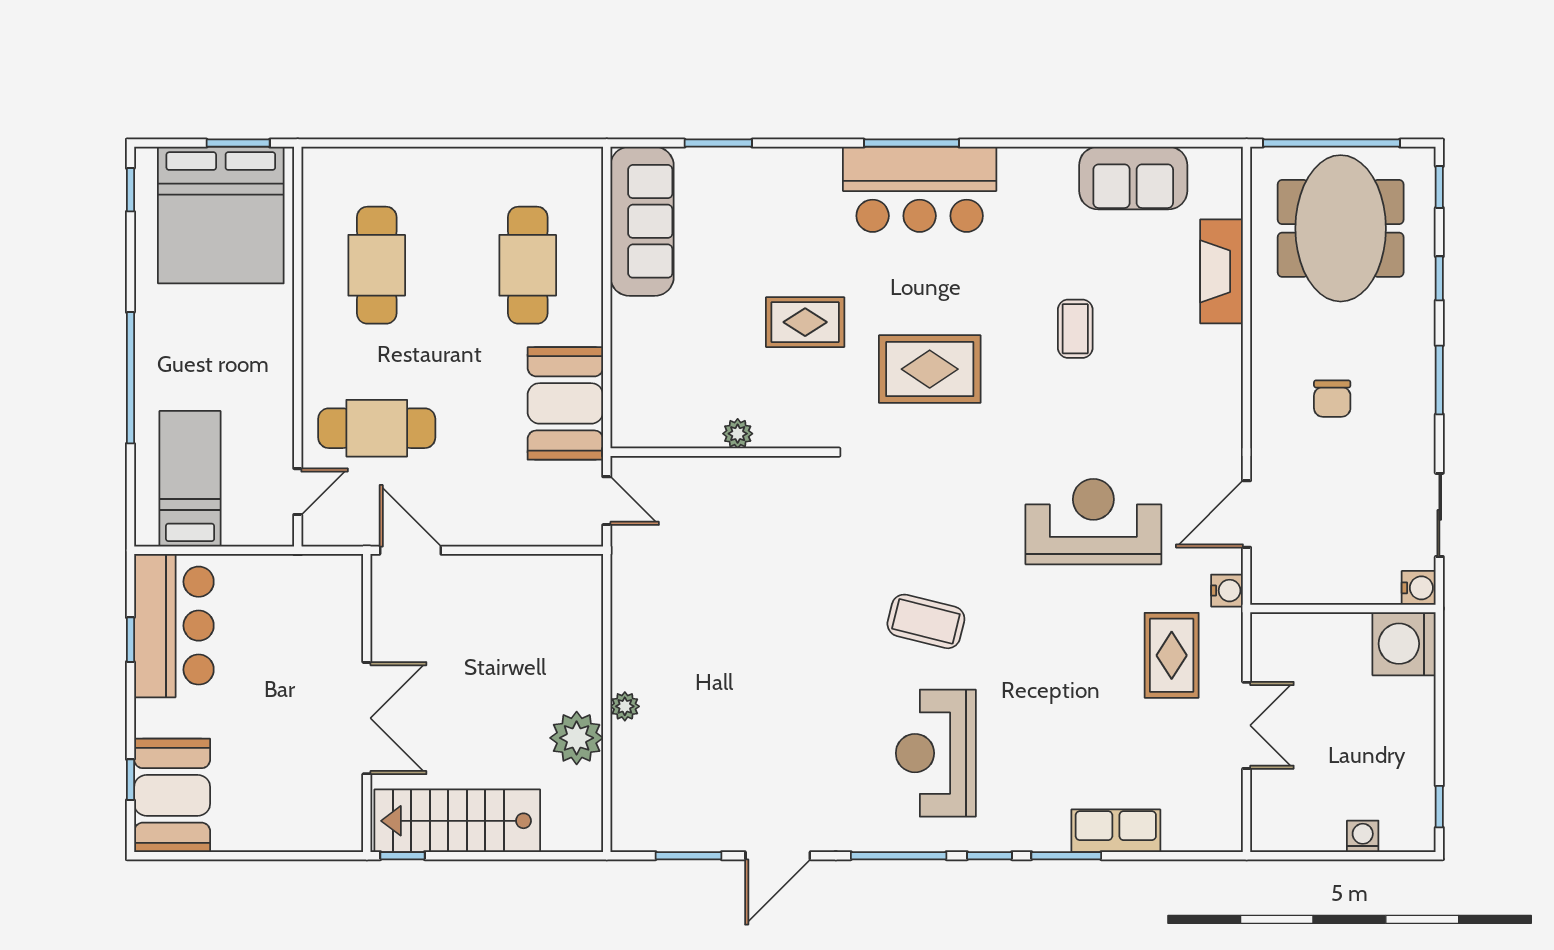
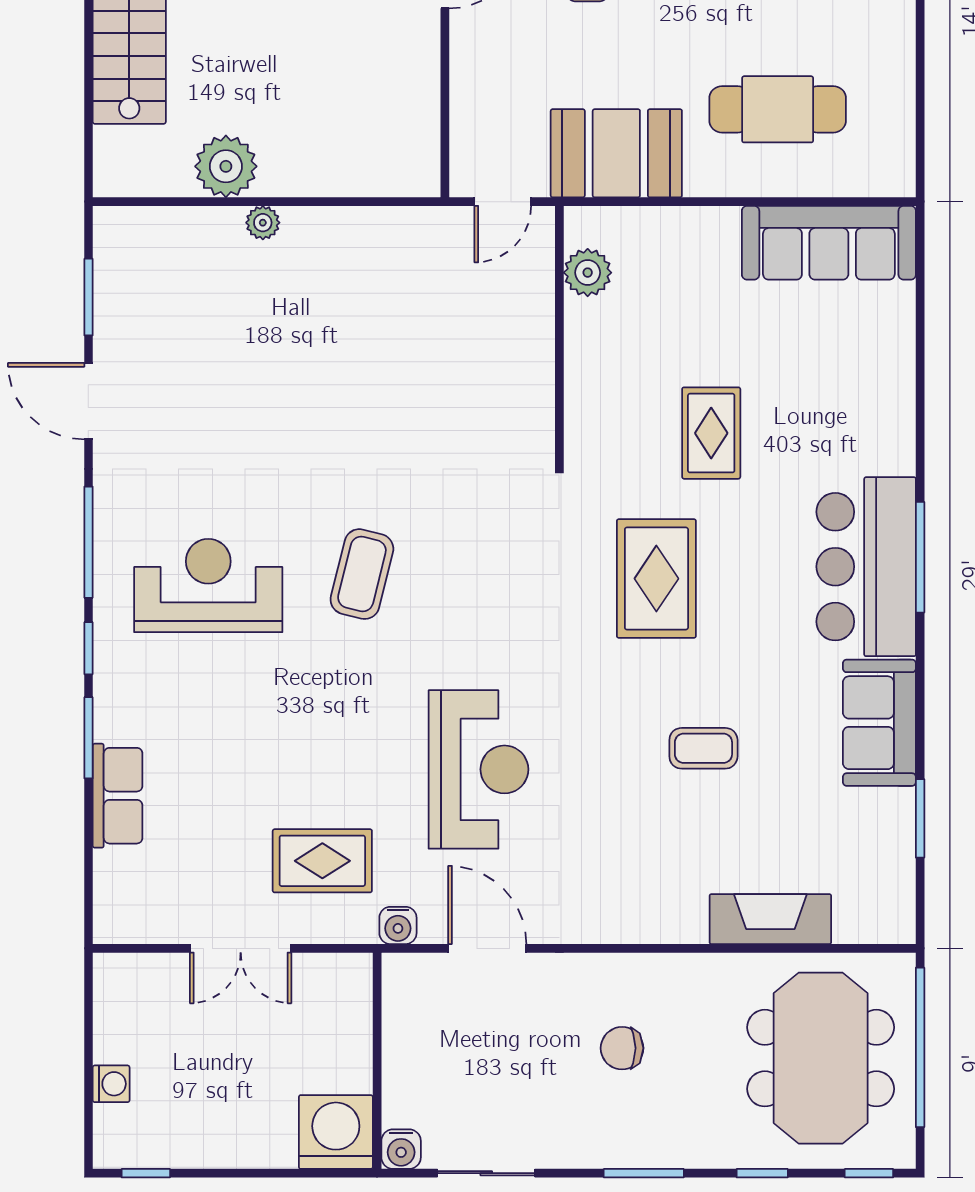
window: (718, 143) -> (920, 818), moved
sofa: (1133, 178) -> (879, 723), moved
meeting table: (1341, 228) -> (821, 1058), turned 90
plant: (738, 434) -> (588, 273), moved, width x1.38, depth x1.38

